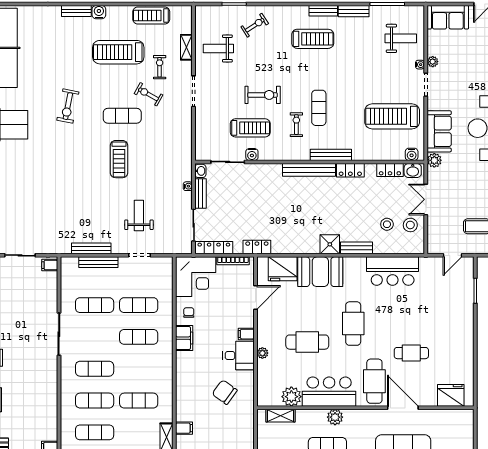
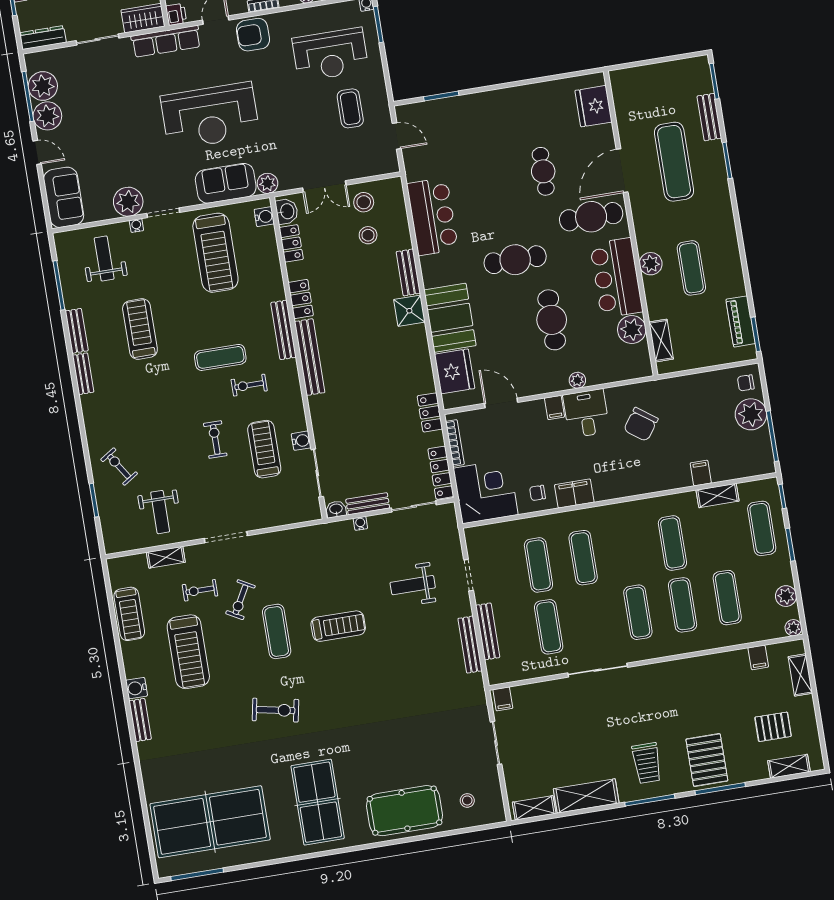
treadmill: (313, 39) -> (140, 329), moved
plant: (433, 62) -> (128, 202), width x1.88, depth x1.88
exercise bike: (263, 95) -> (215, 439), width x0.73, depth x0.72

